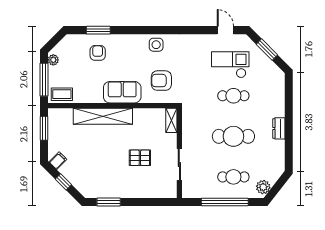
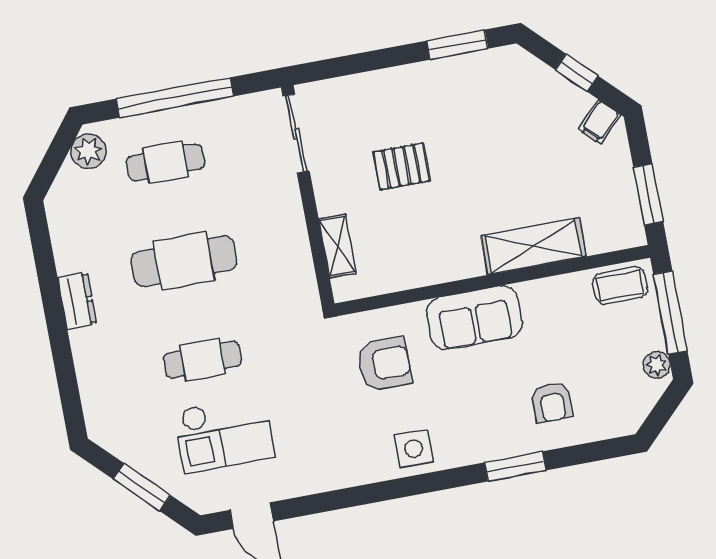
window: (98, 30) -> (515, 466), moved
shelving: (103, 116) -> (533, 246), width x0.68
shelving: (171, 120) -> (337, 246), moved
sliding door: (179, 164) -> (296, 134), moved

